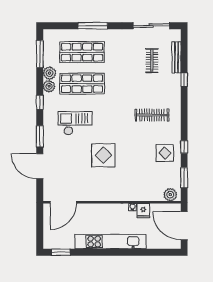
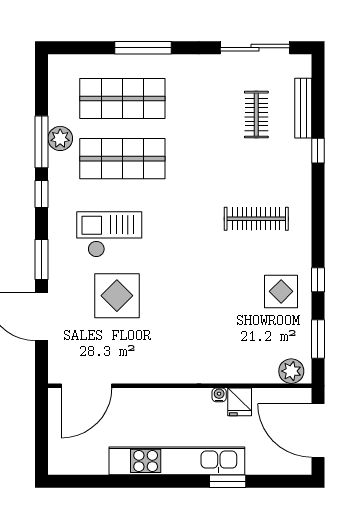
window: (40, 54) -> (42, 142), moved
plant: (49, 86) -> (59, 164), removed
display table: (103, 155) -> (117, 296), moved
window: (61, 252) -> (228, 481), moved

